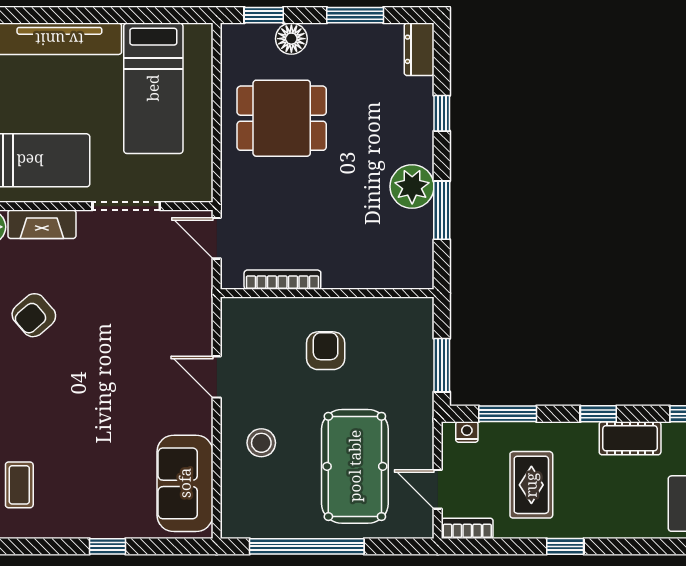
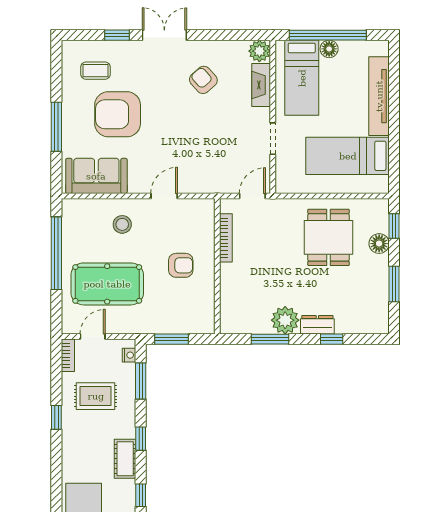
dresser: (419, 49) -> (317, 325), moved
doorway: (126, 206) -> (273, 139), width x0.73
armchair: (88, 450) -> (118, 114), added
window: (107, 546) -> (56, 127), width x2.17

